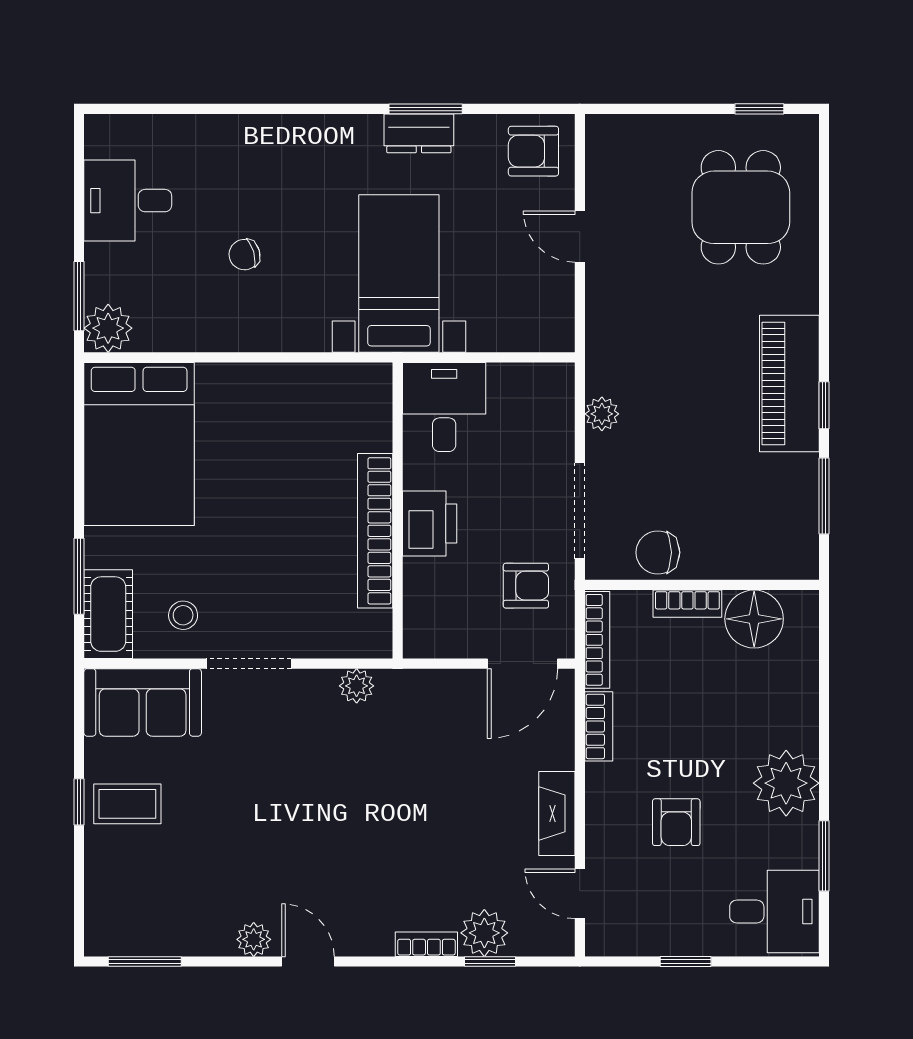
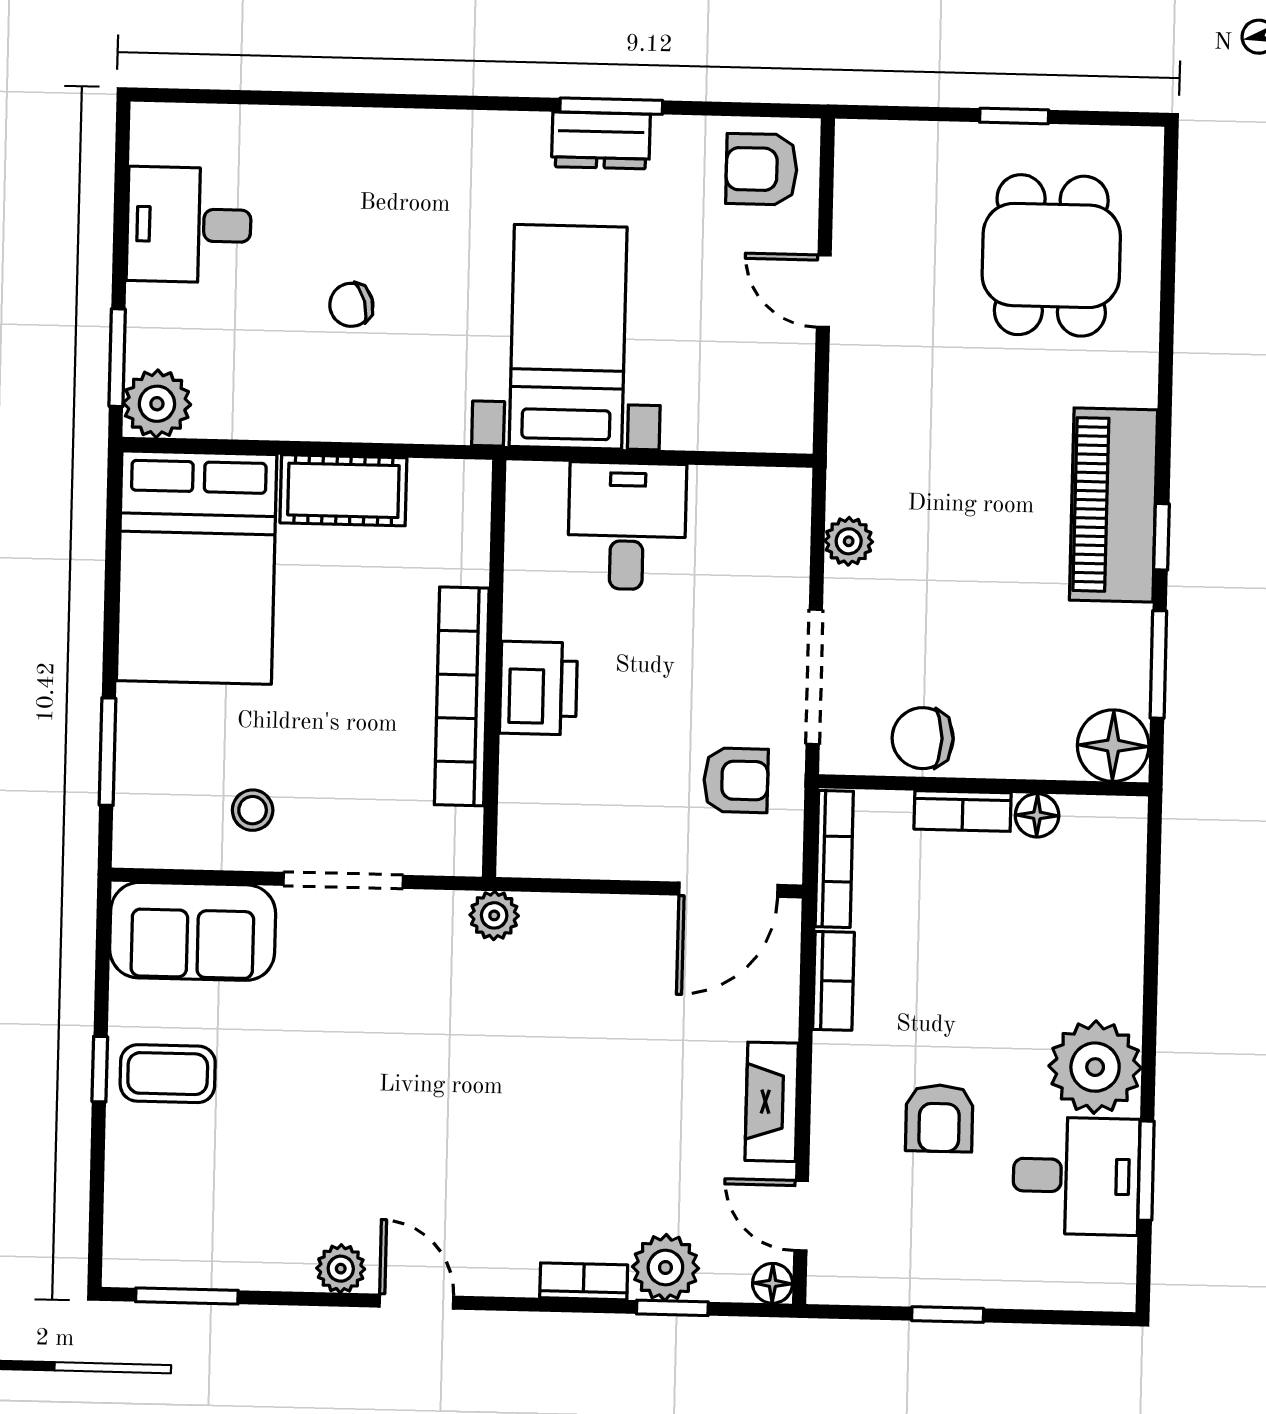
window: (759, 109) -> (1014, 116), moved
wall: (398, 510) -> (494, 668), moved
printer: (430, 524) -> (539, 688), moved
bookcase: (375, 531) -> (462, 696), moved
floor lamp: (793, 555) -> (1113, 746), added
cot: (108, 614) -> (343, 490), moved, turned 90
floor lamp: (754, 619) -> (1037, 815), width x0.53, depth x0.53
desk: (774, 911) -> (1076, 1176), moved
floor lamp: (561, 942) -> (773, 1283), added

